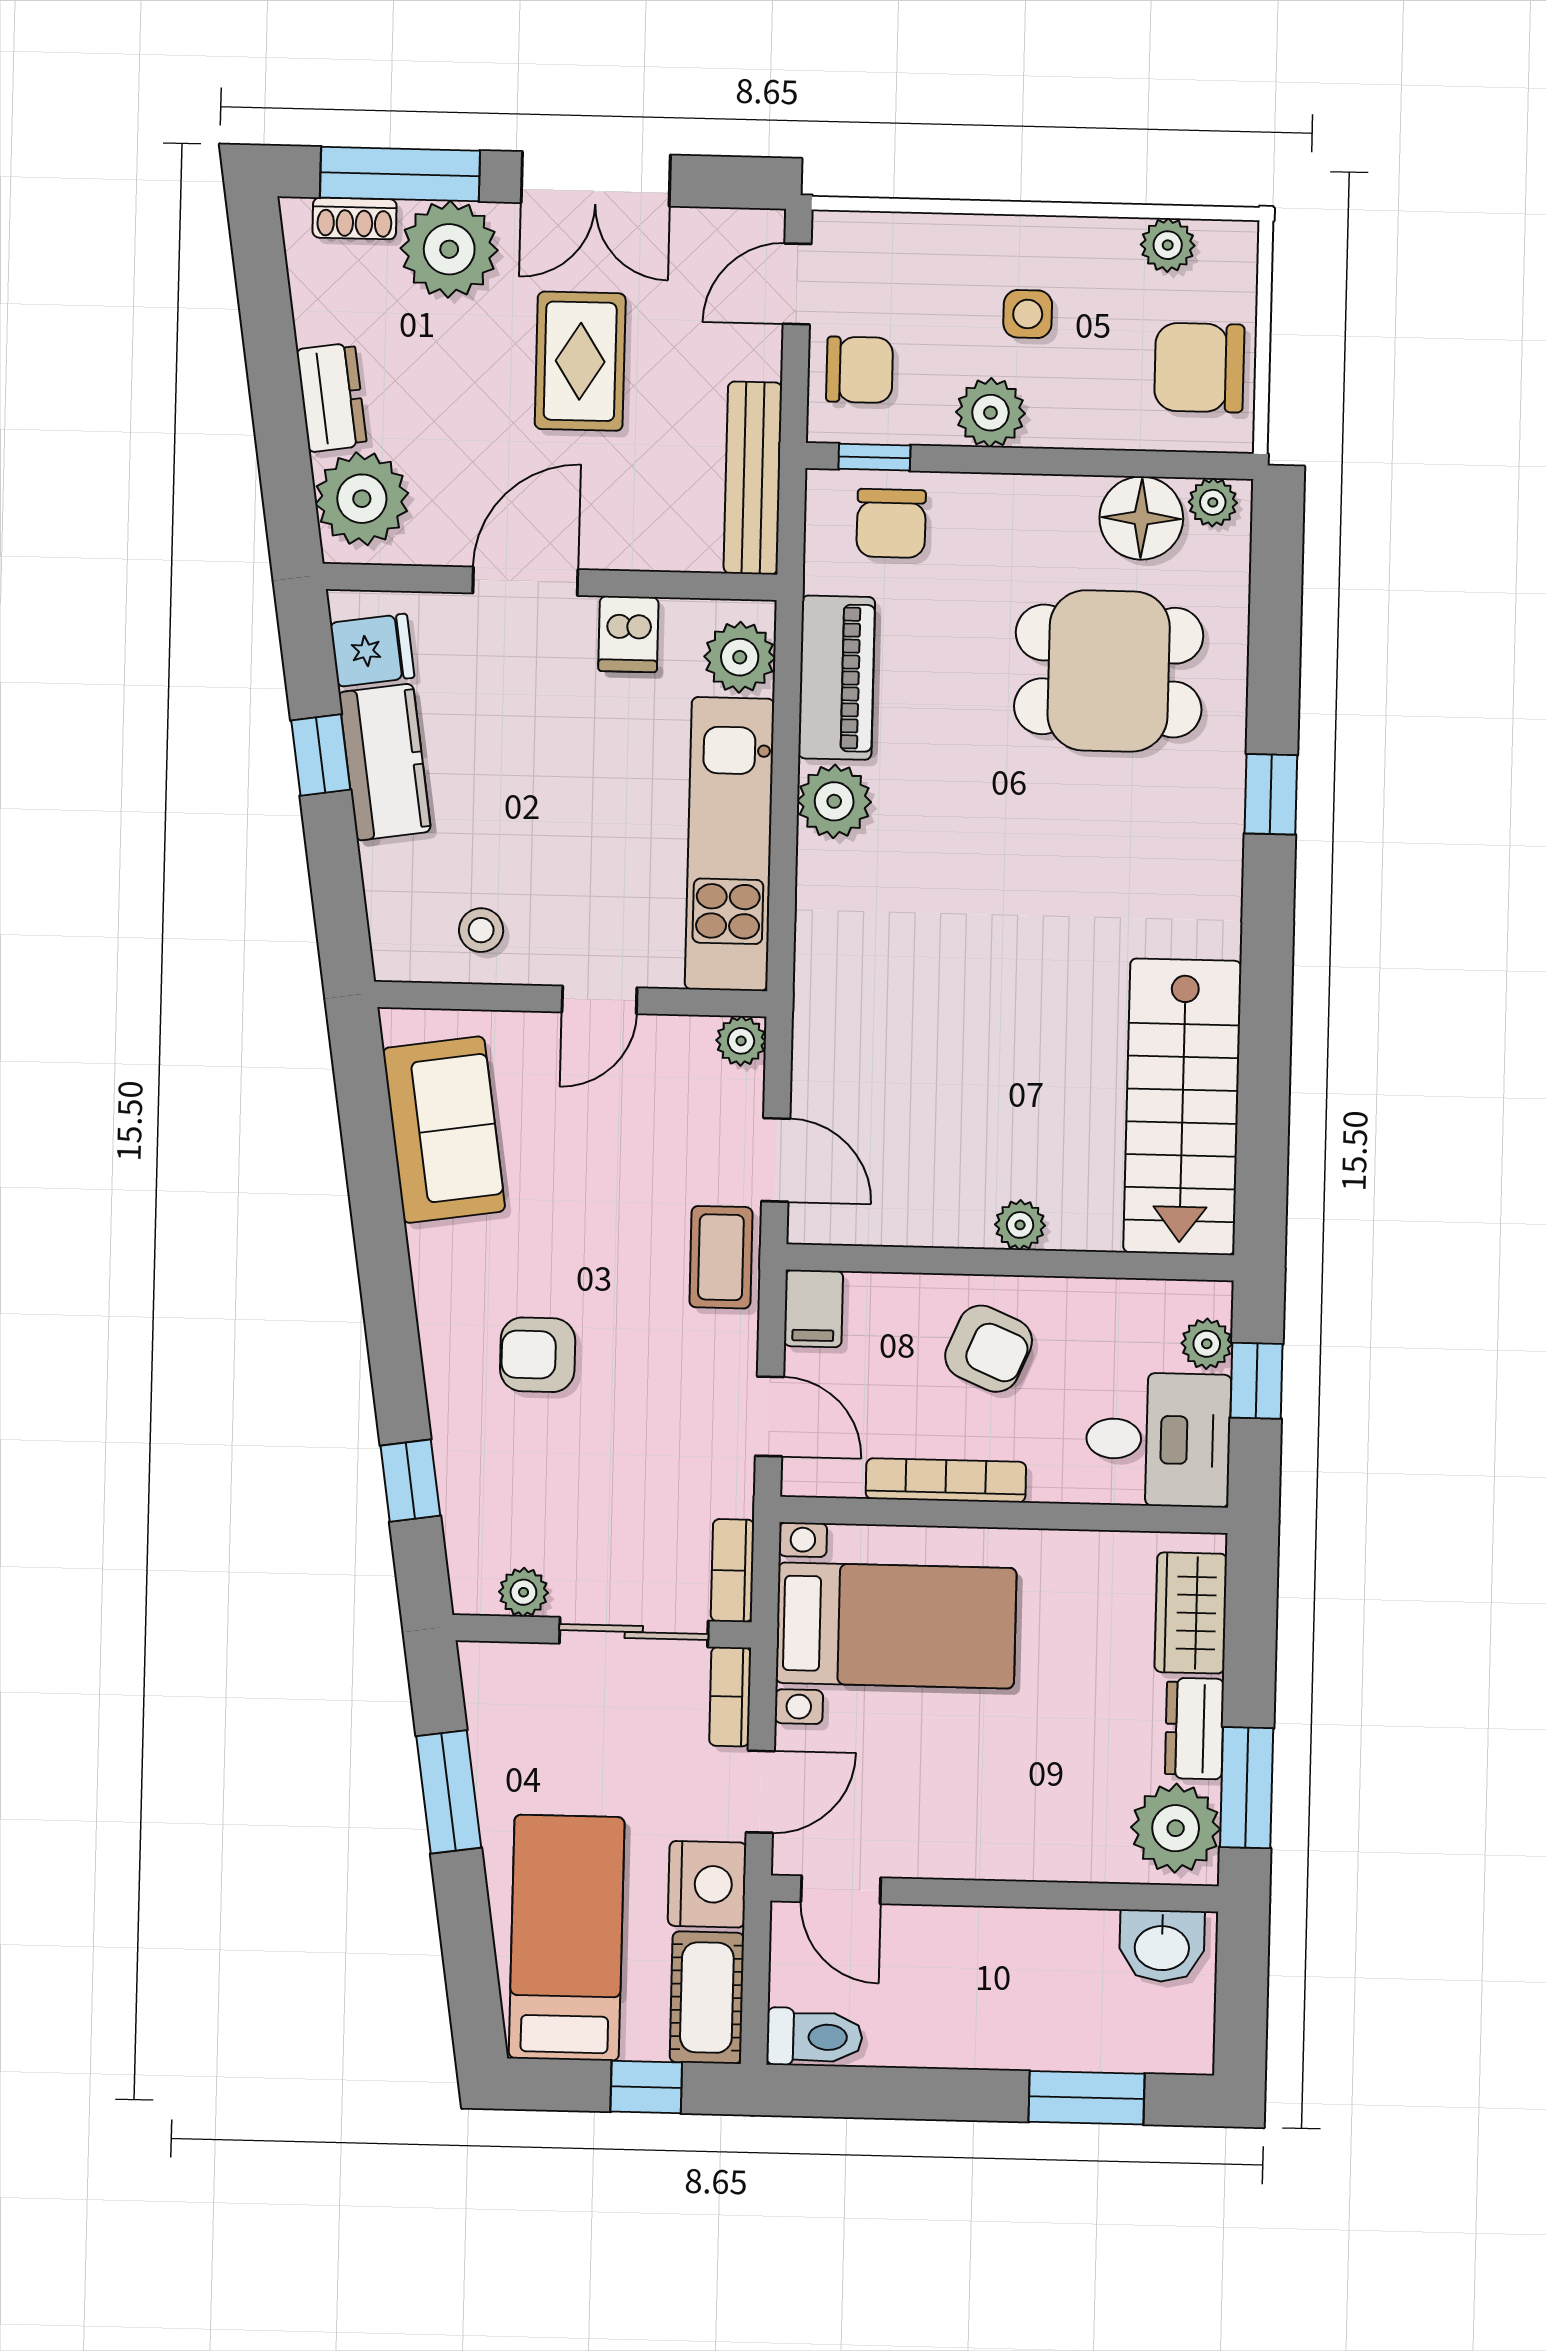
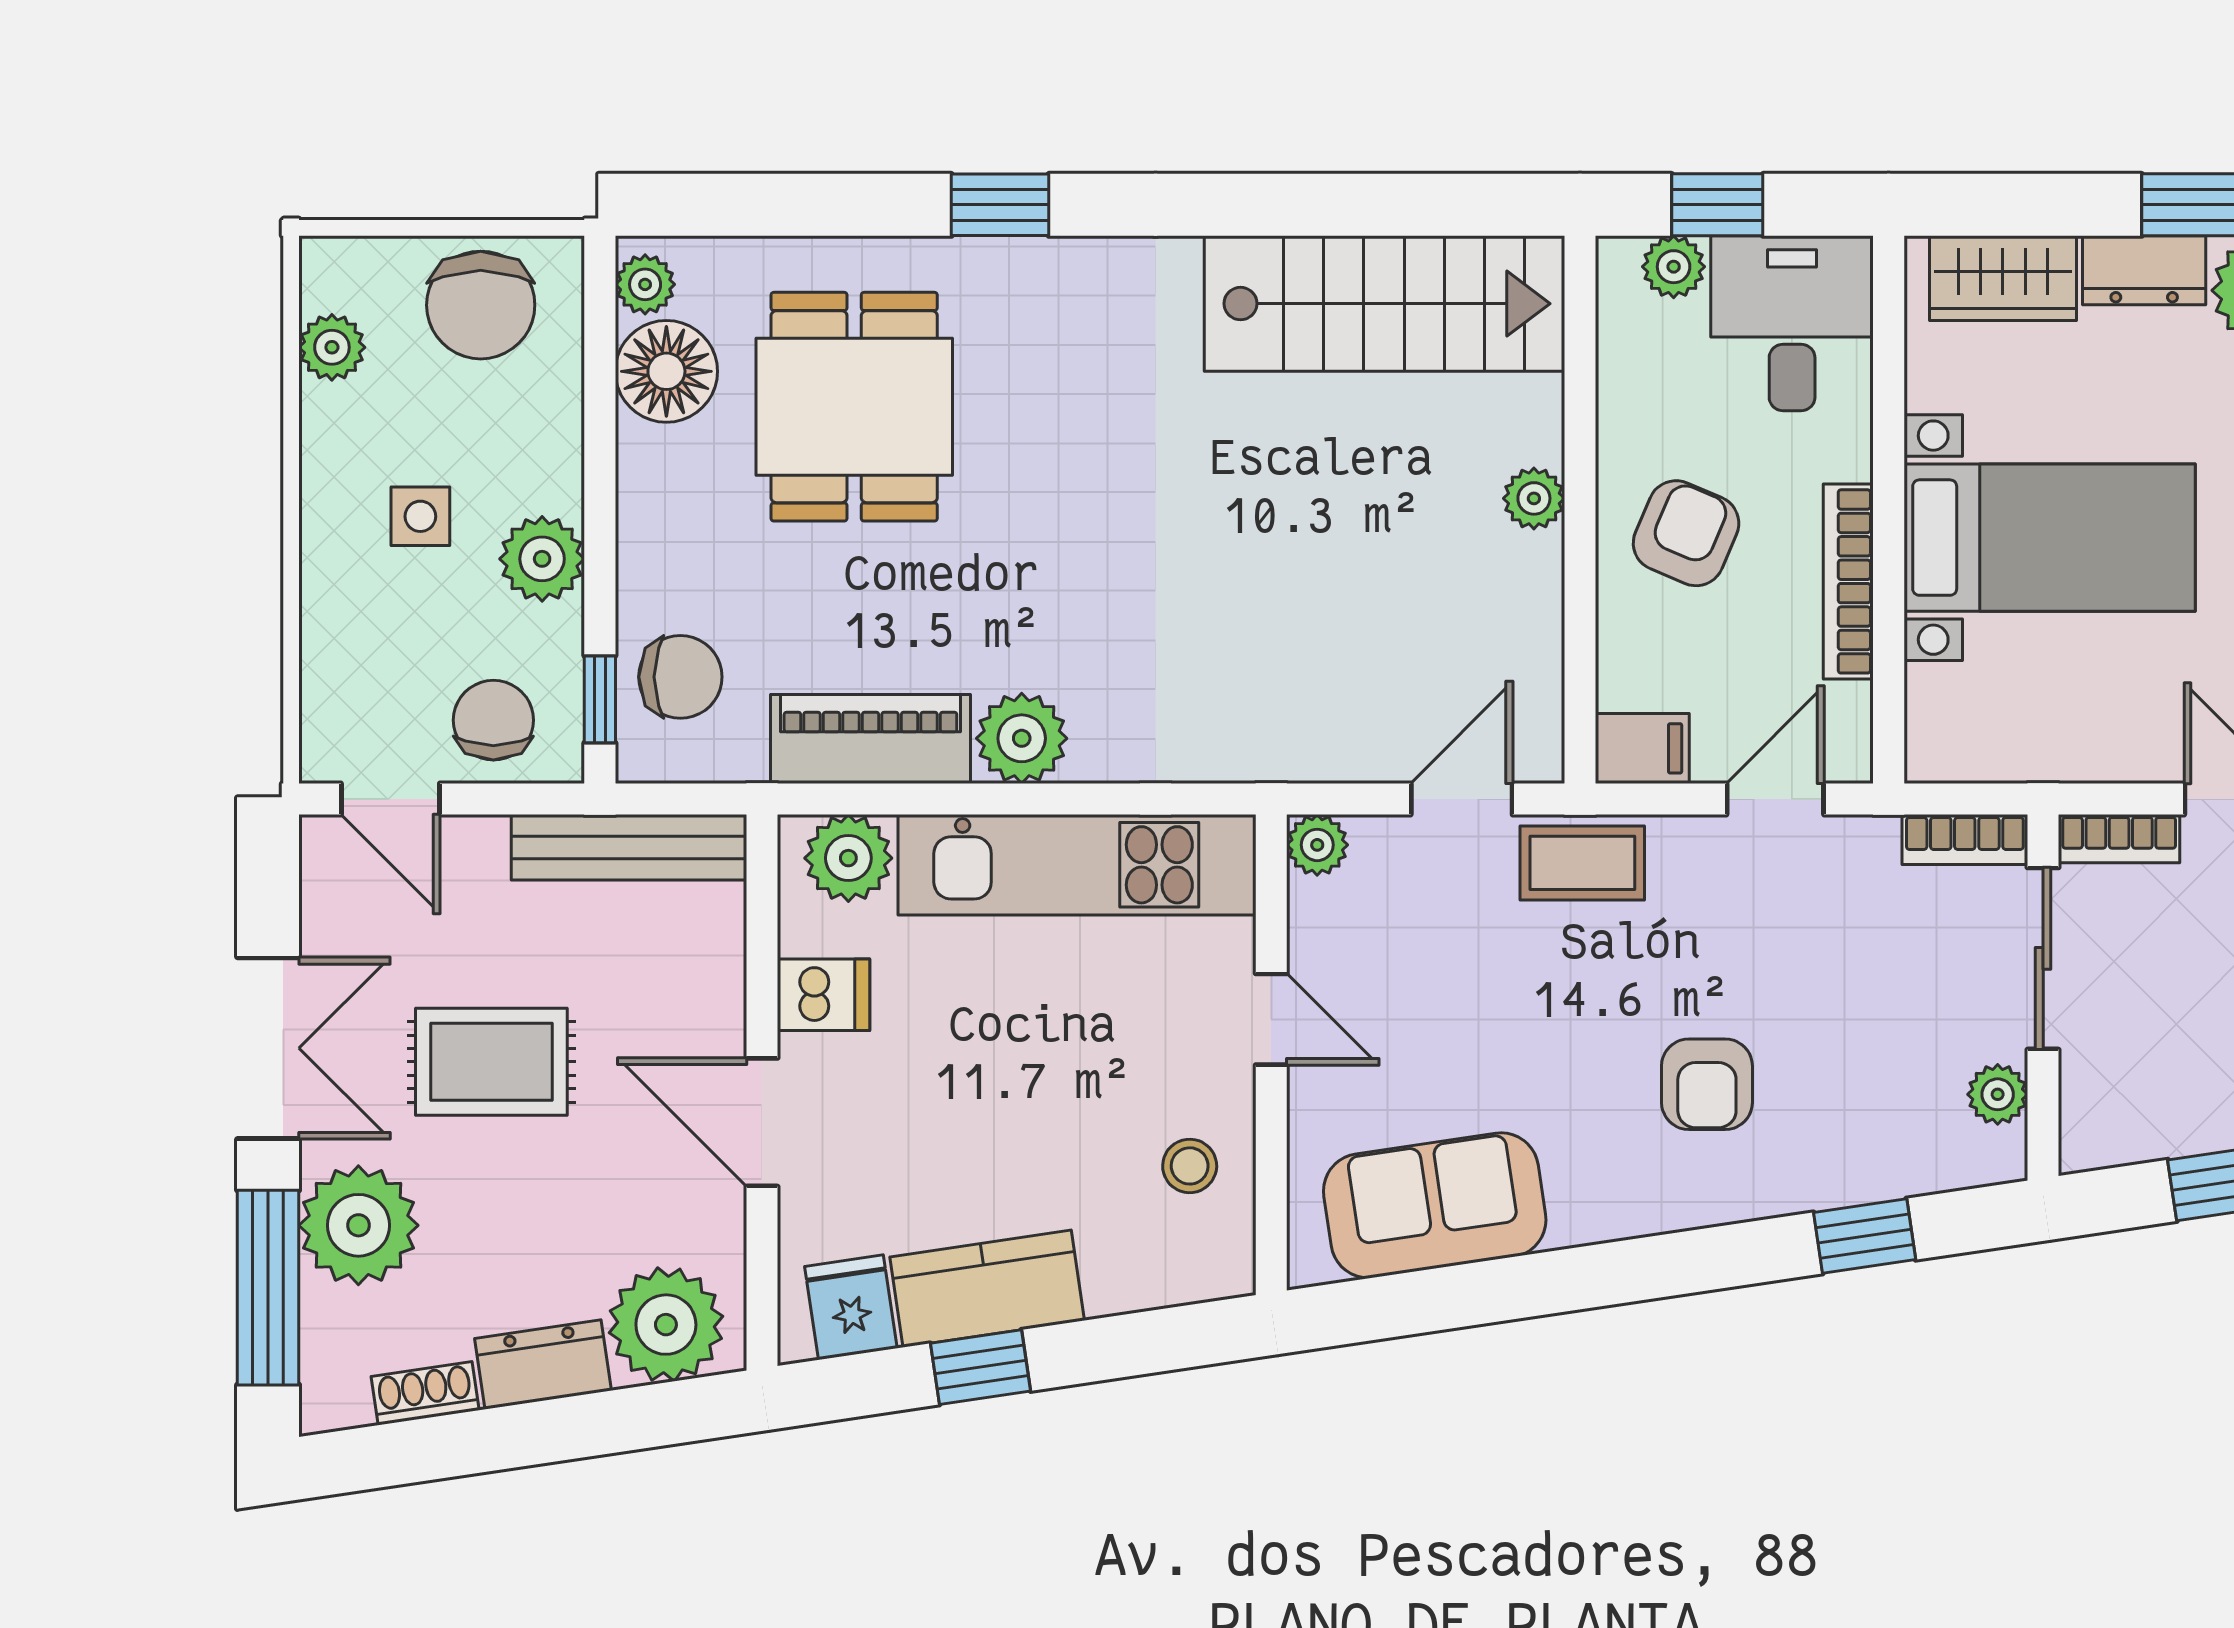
shoe rack: (355, 218) -> (425, 1393), moved, turned -98
bed with nightstands: (896, 1625) -> (2050, 538), moved, turned 90

